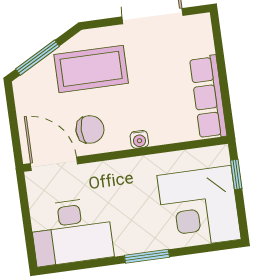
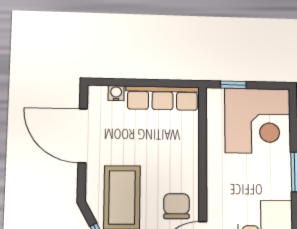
water cooler: (139, 139) -> (116, 93), moved, turned -90

